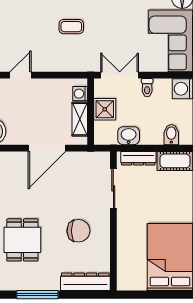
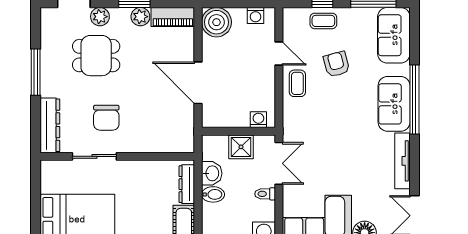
armchair: (30, 23) -> (336, 64), added
coffee table: (71, 27) -> (297, 83), moved
shelving: (80, 119) -> (230, 119), removed
bidet: (171, 135) -> (213, 194), moved
sliding door: (113, 188) -> (94, 156), moved

